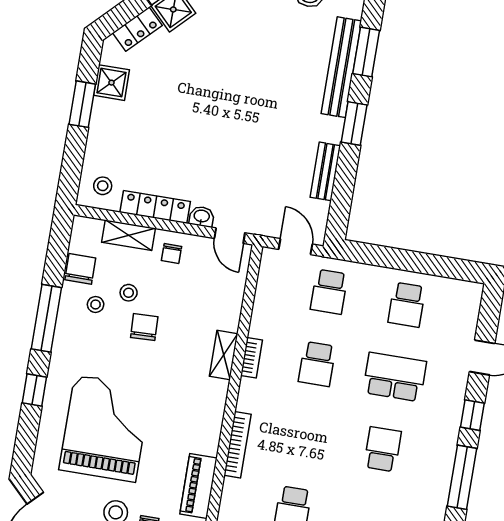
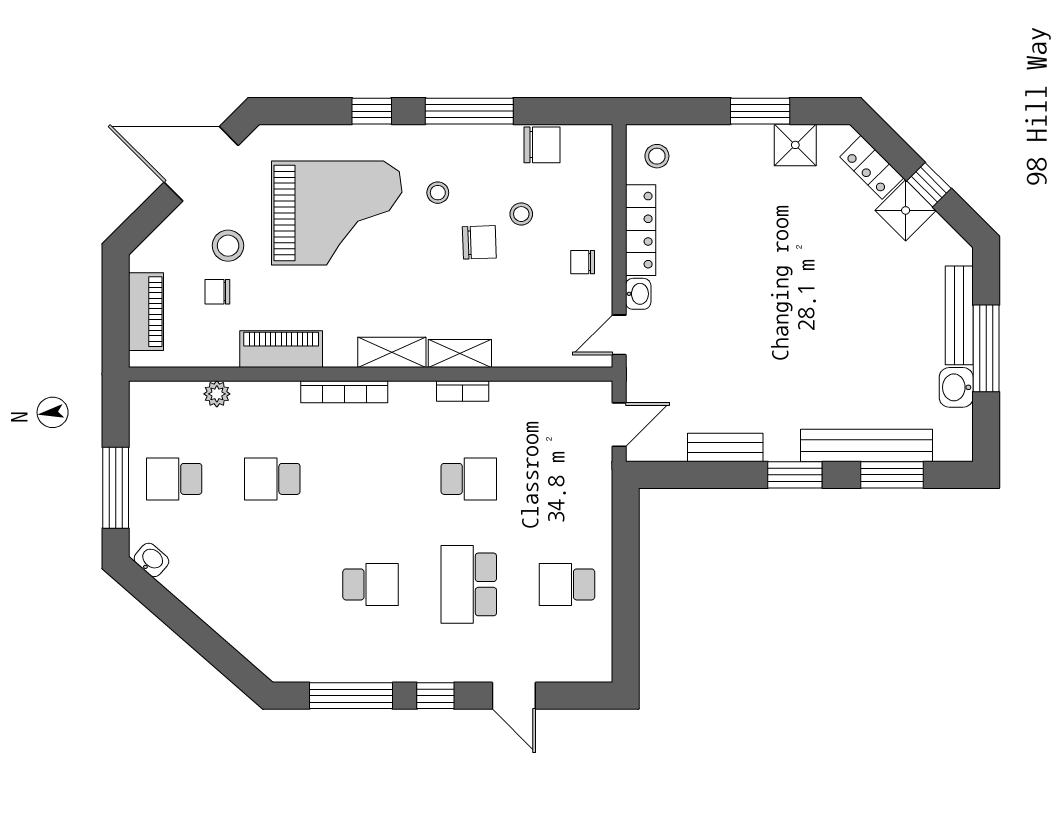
shelving: (128, 235) -> (392, 352), moved, turned 90
school desk: (329, 292) -> (567, 479), removed
stool: (96, 304) -> (438, 193), moved
school desk: (317, 364) -> (469, 479), turned 180
school desk: (395, 377) -> (469, 584), turned 180

